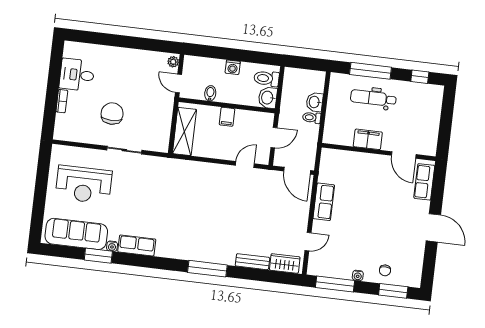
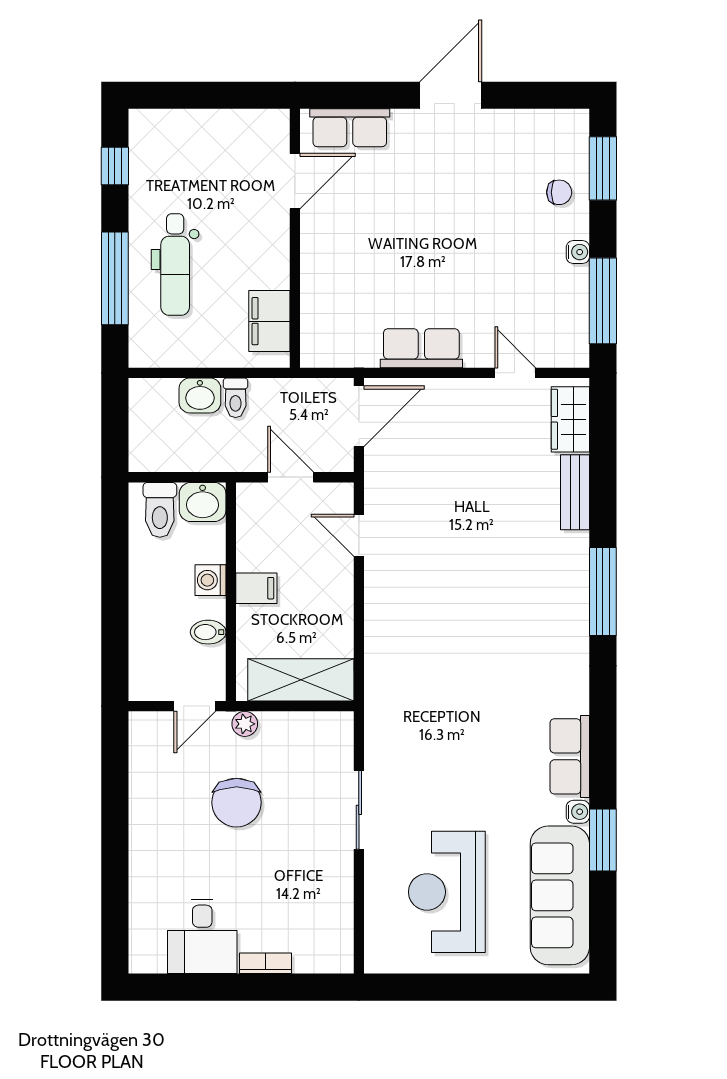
plant: (173, 62) -> (245, 724), moved
washing machine: (233, 67) -> (210, 580), moved, turned 180
chair: (112, 114) -> (237, 803), moved, turned -90
filing cabinet: (368, 139) -> (269, 321), moved
reception desk: (84, 184) -> (447, 892), turned 180

